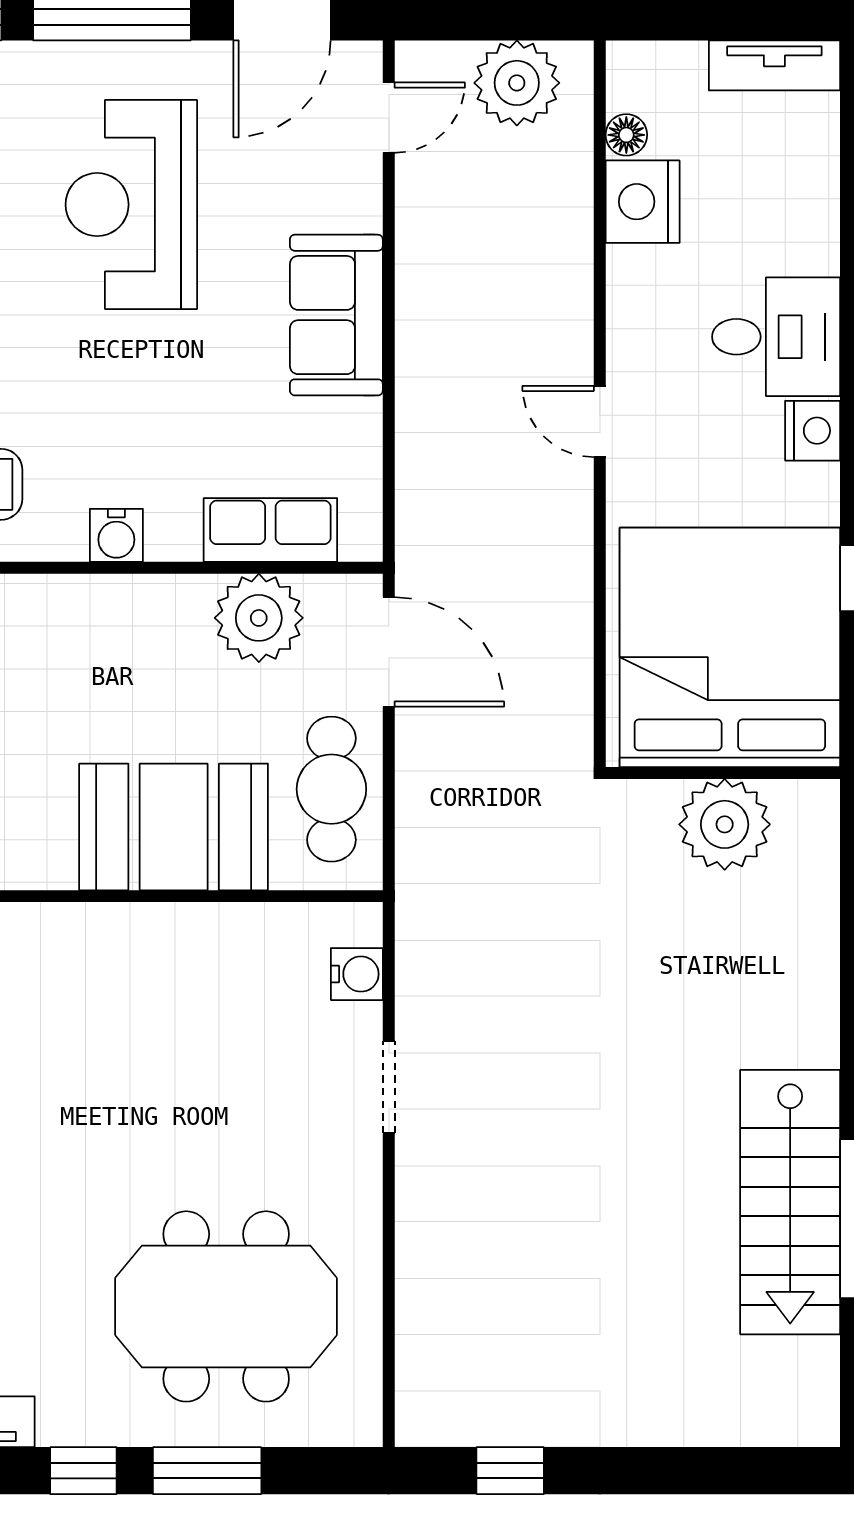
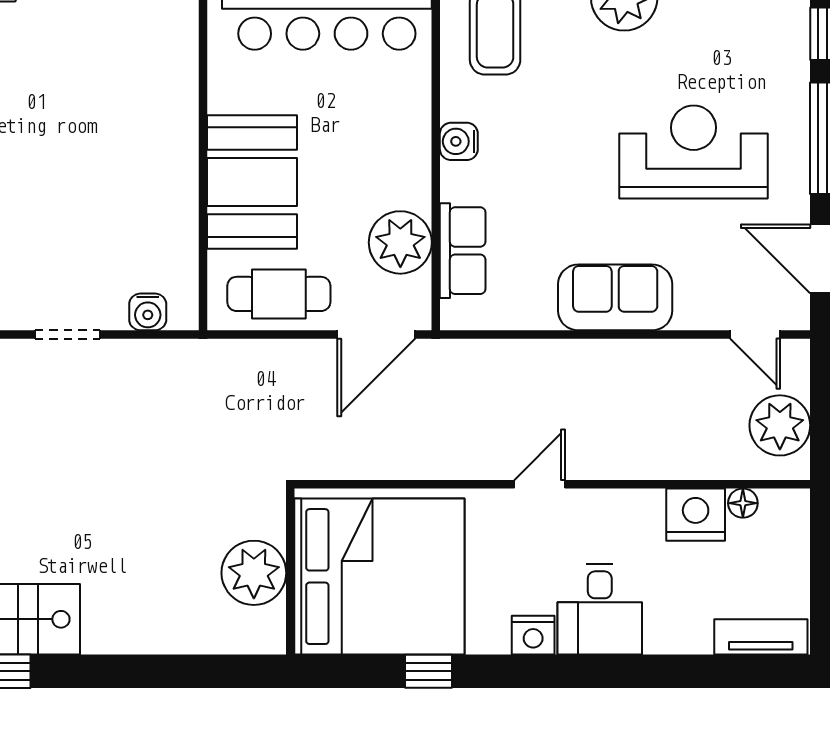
tv unit: (774, 65) -> (761, 637), moved, turned 90

